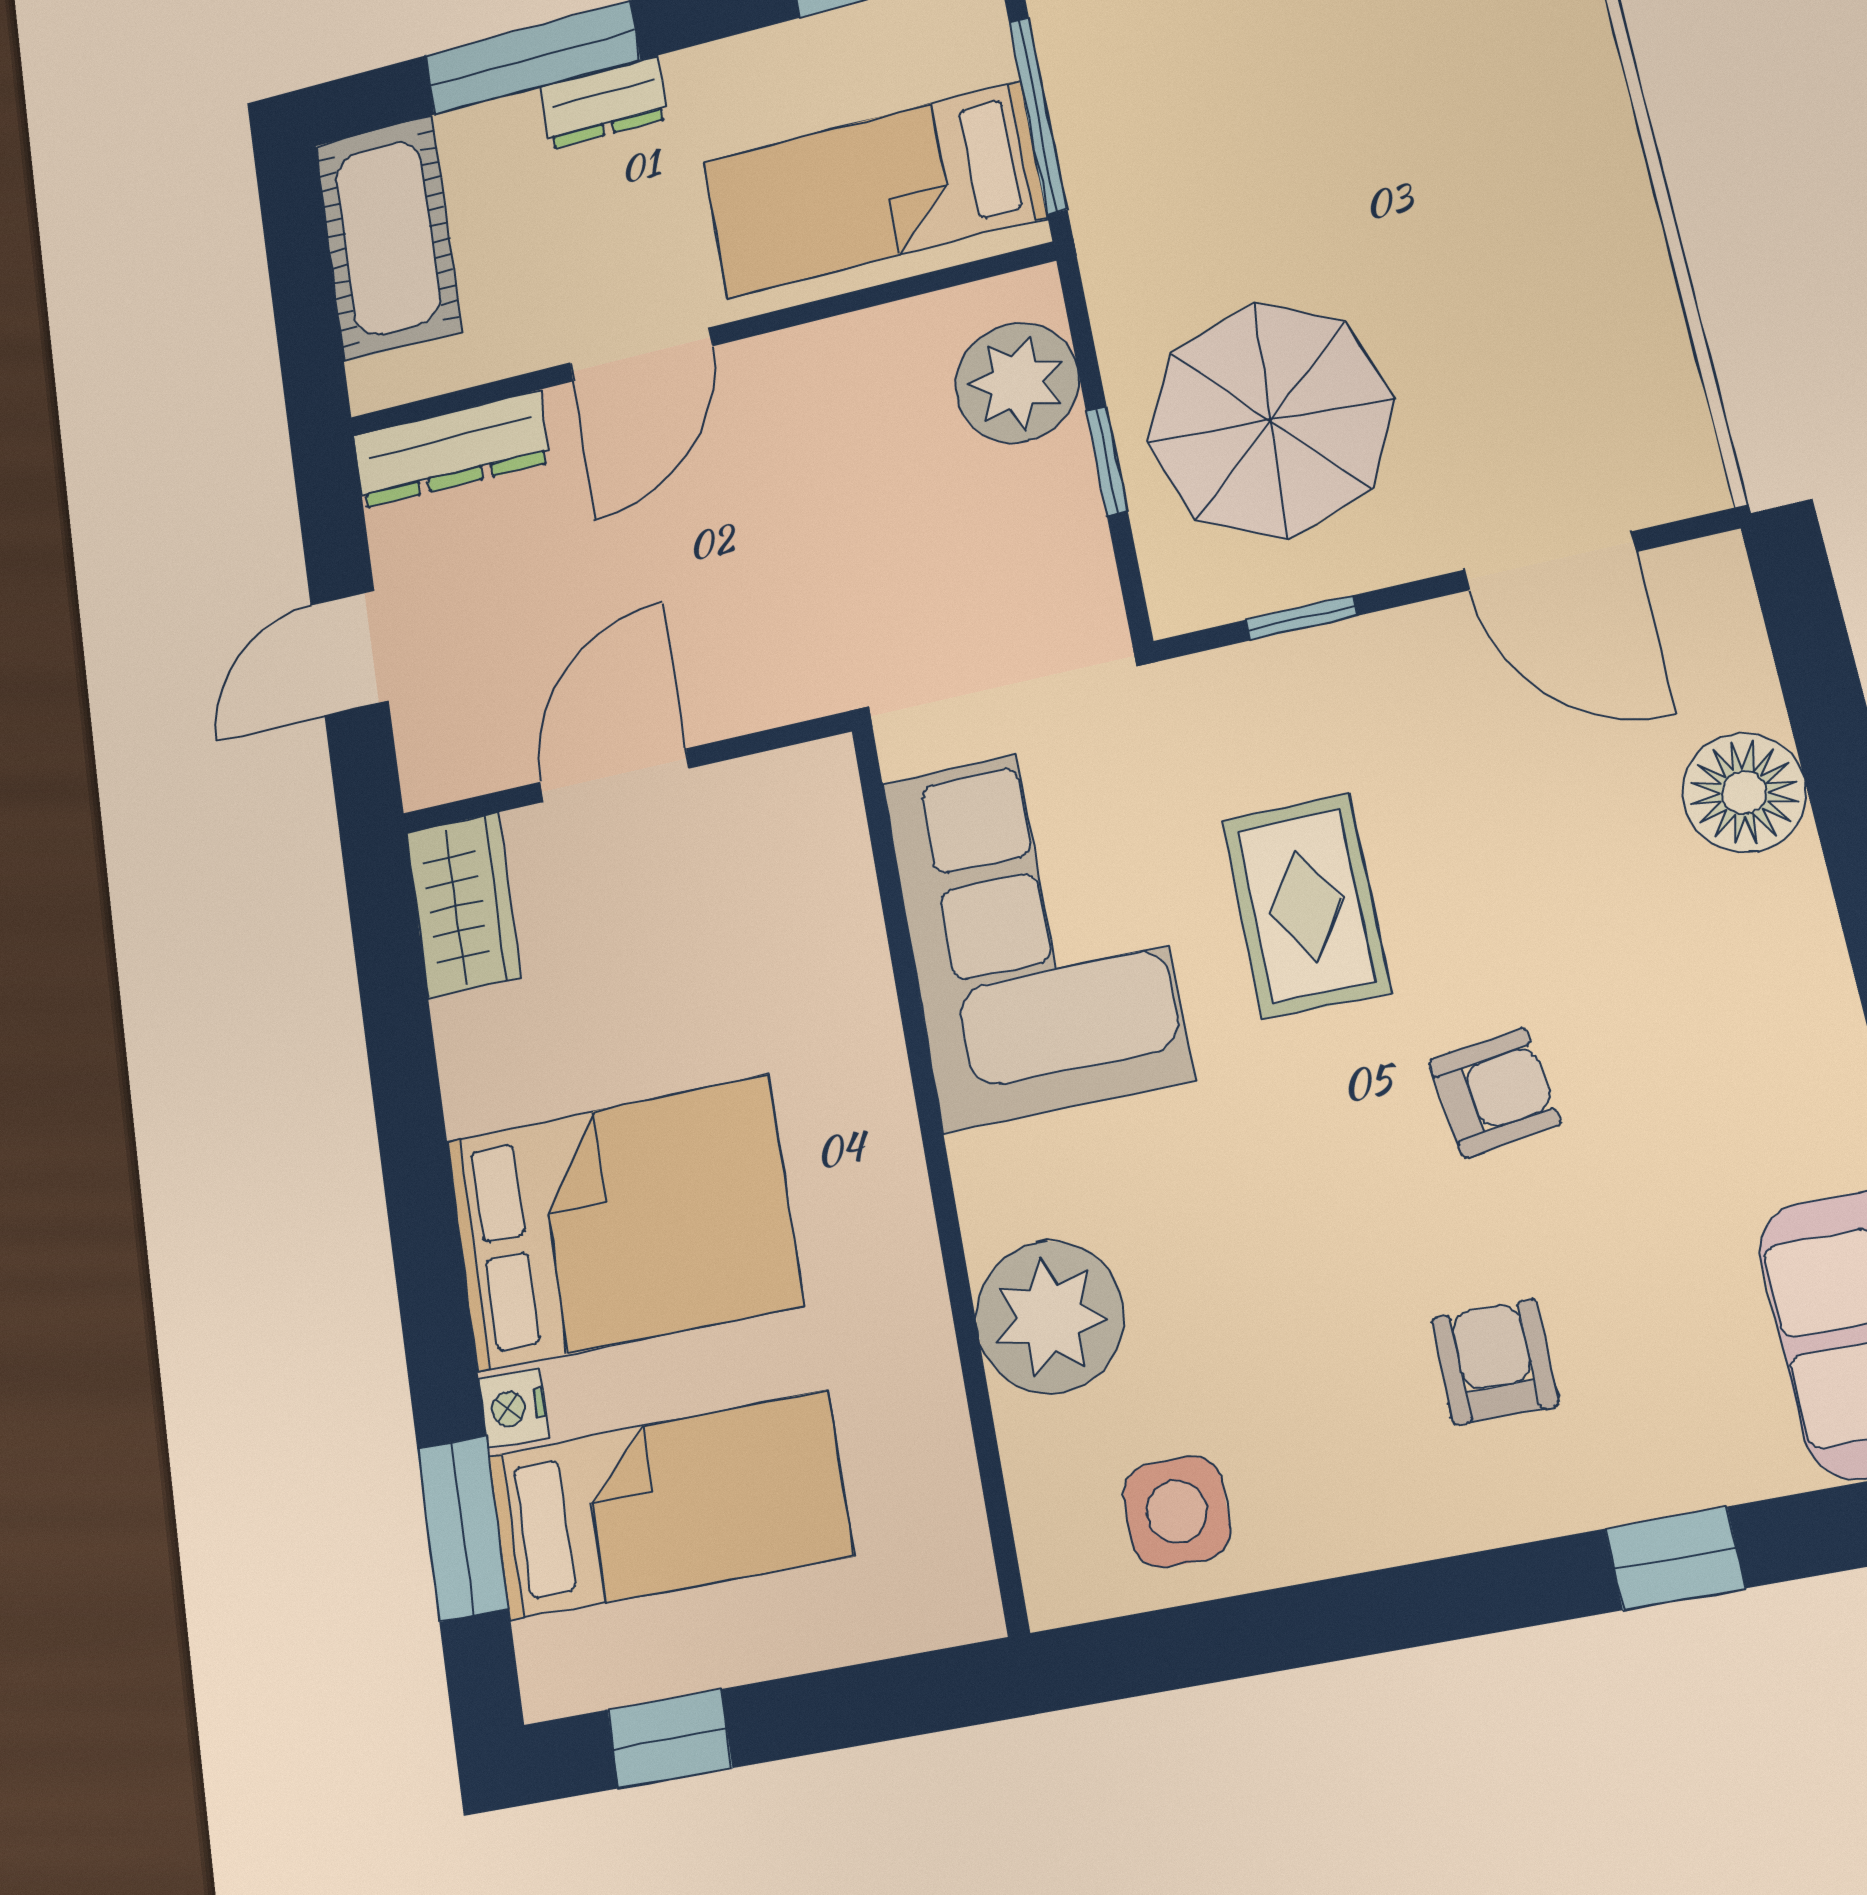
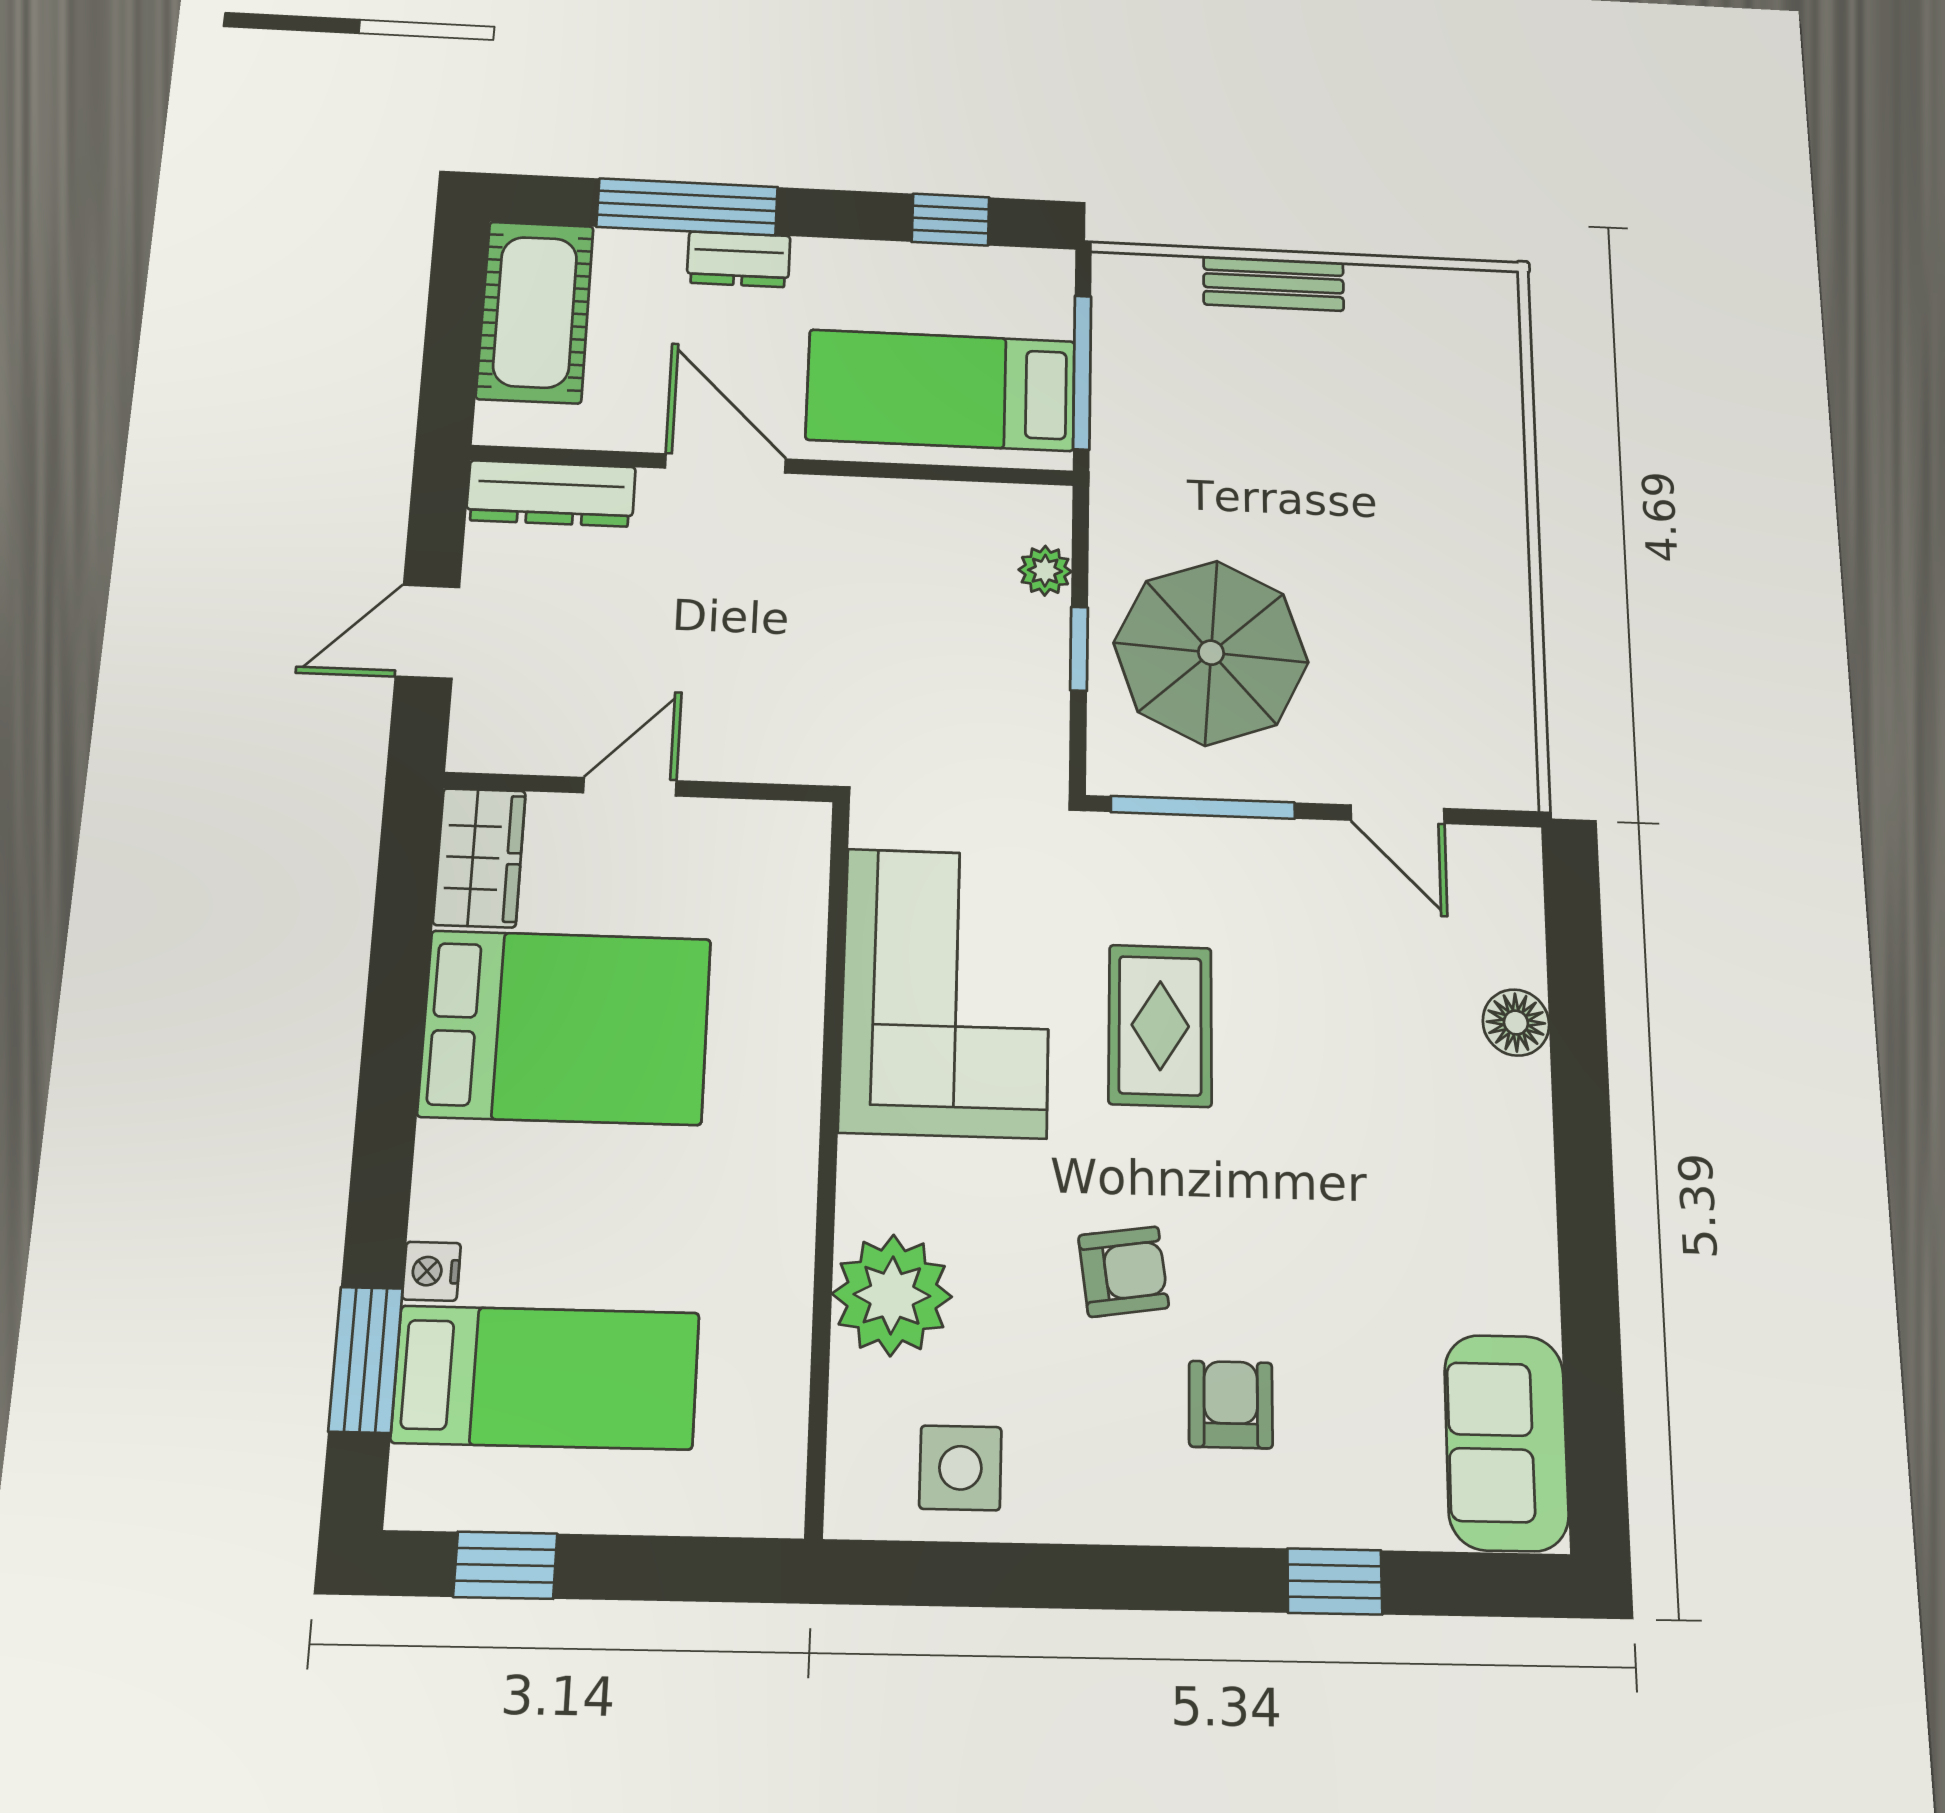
door: (641, 354) -> (725, 463), swing flipped
plant: (1017, 383) -> (1045, 571), width x0.53, depth x0.53
door: (1550, 561) -> (1398, 814), width x0.73
window: (1301, 618) -> (1203, 807), width x2.17
door: (614, 775) -> (630, 787), width x0.73
floor lamp: (1744, 793) -> (1516, 1023), width x0.73, depth x0.73
armchair: (1495, 1093) -> (1123, 1272), moved
bed: (623, 1223) -> (566, 1027), moved

